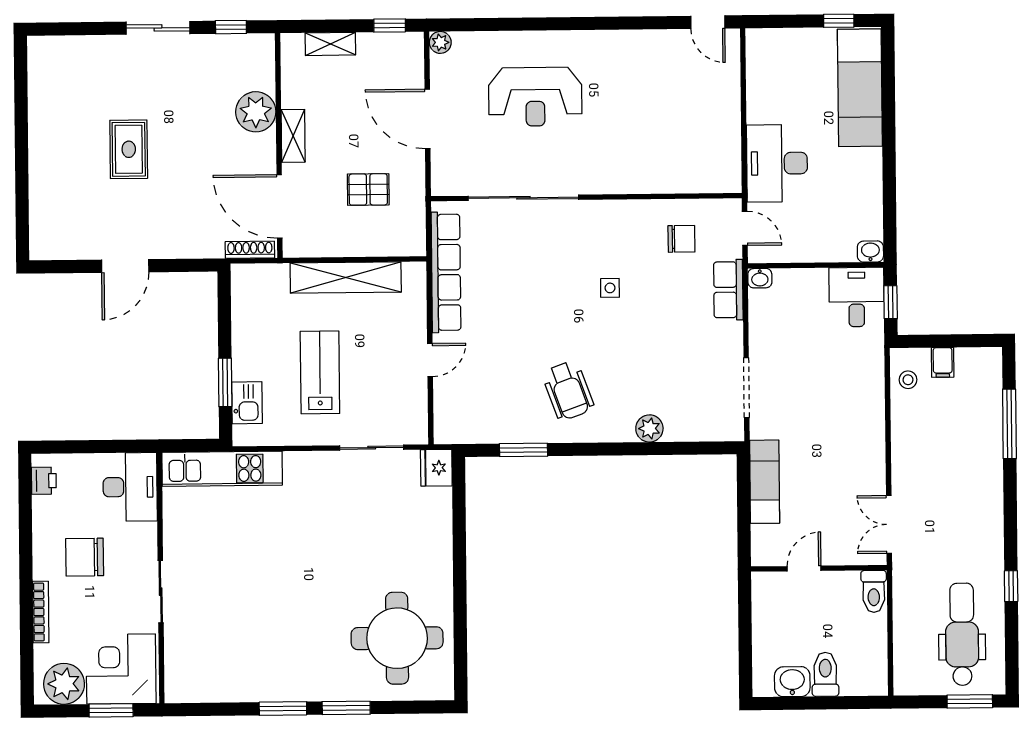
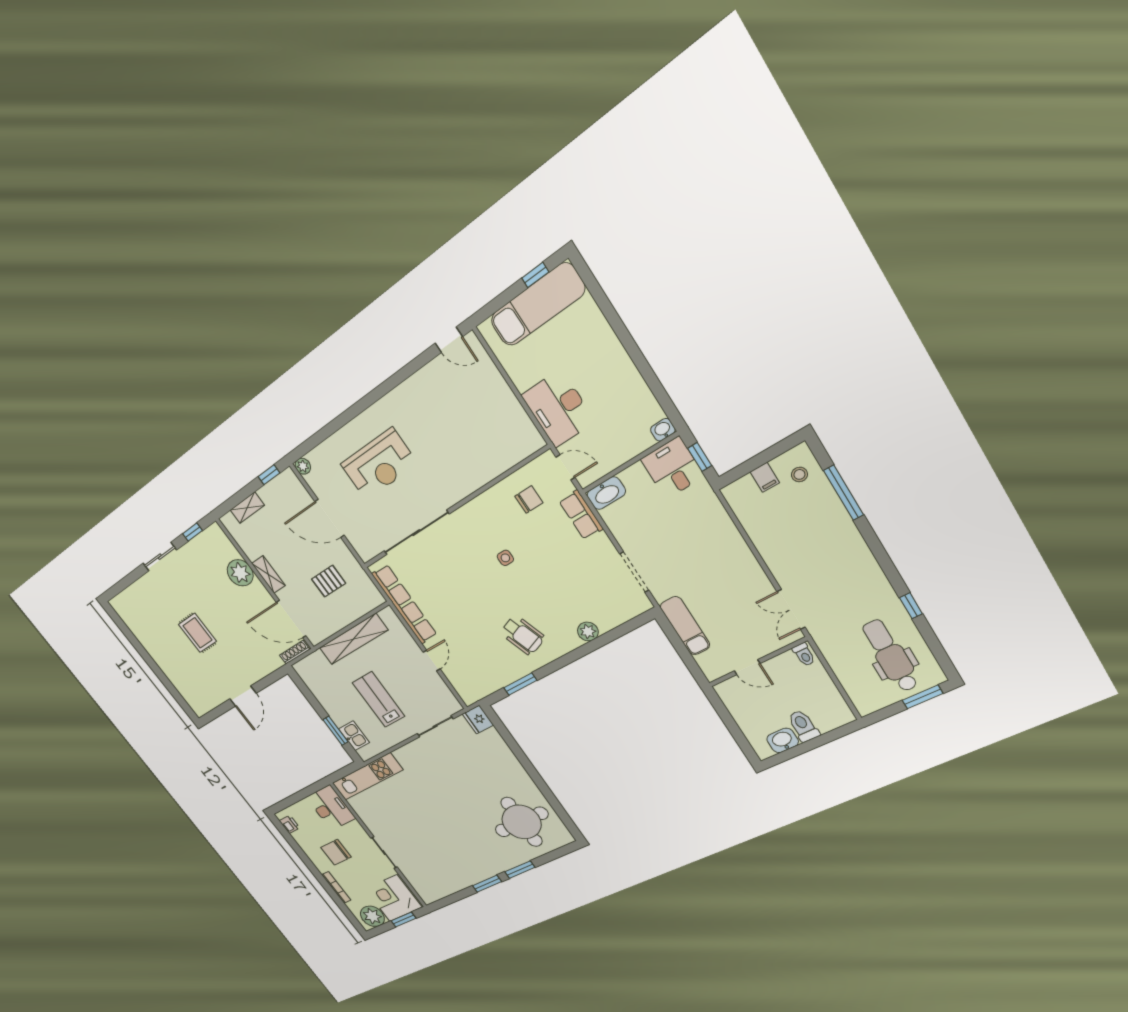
exam couch: (860, 88) -> (538, 305), moved, turned -90
washbasin: (760, 278) -> (606, 493), width x1.91, depth x1.45
stool: (908, 380) -> (799, 474), moved
door: (804, 568) -> (747, 667), swing flipped
toilet: (874, 591) -> (804, 655), width x0.73, depth x0.72

